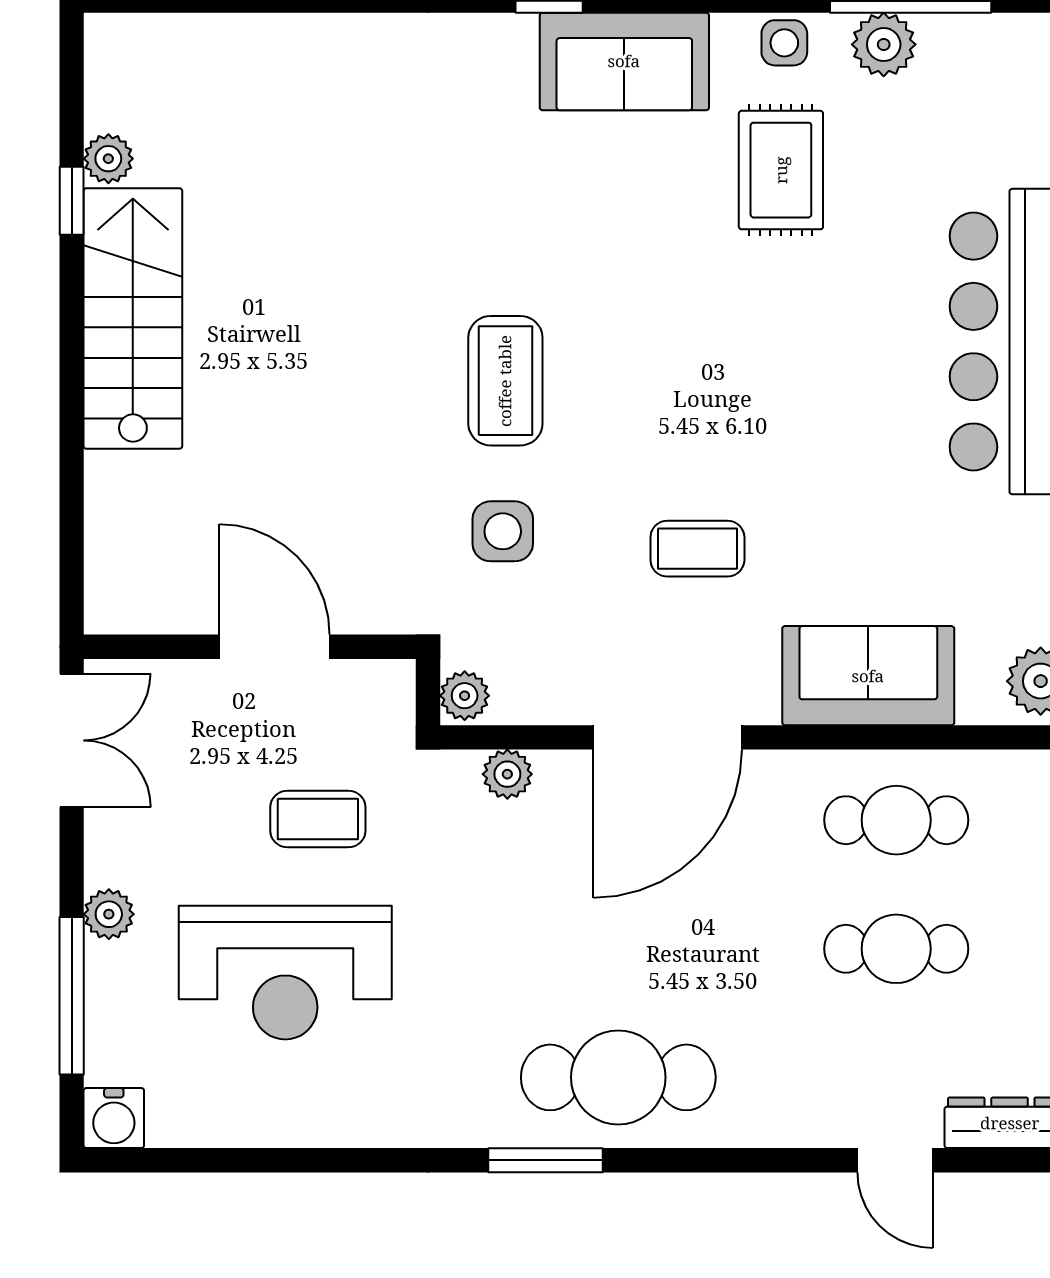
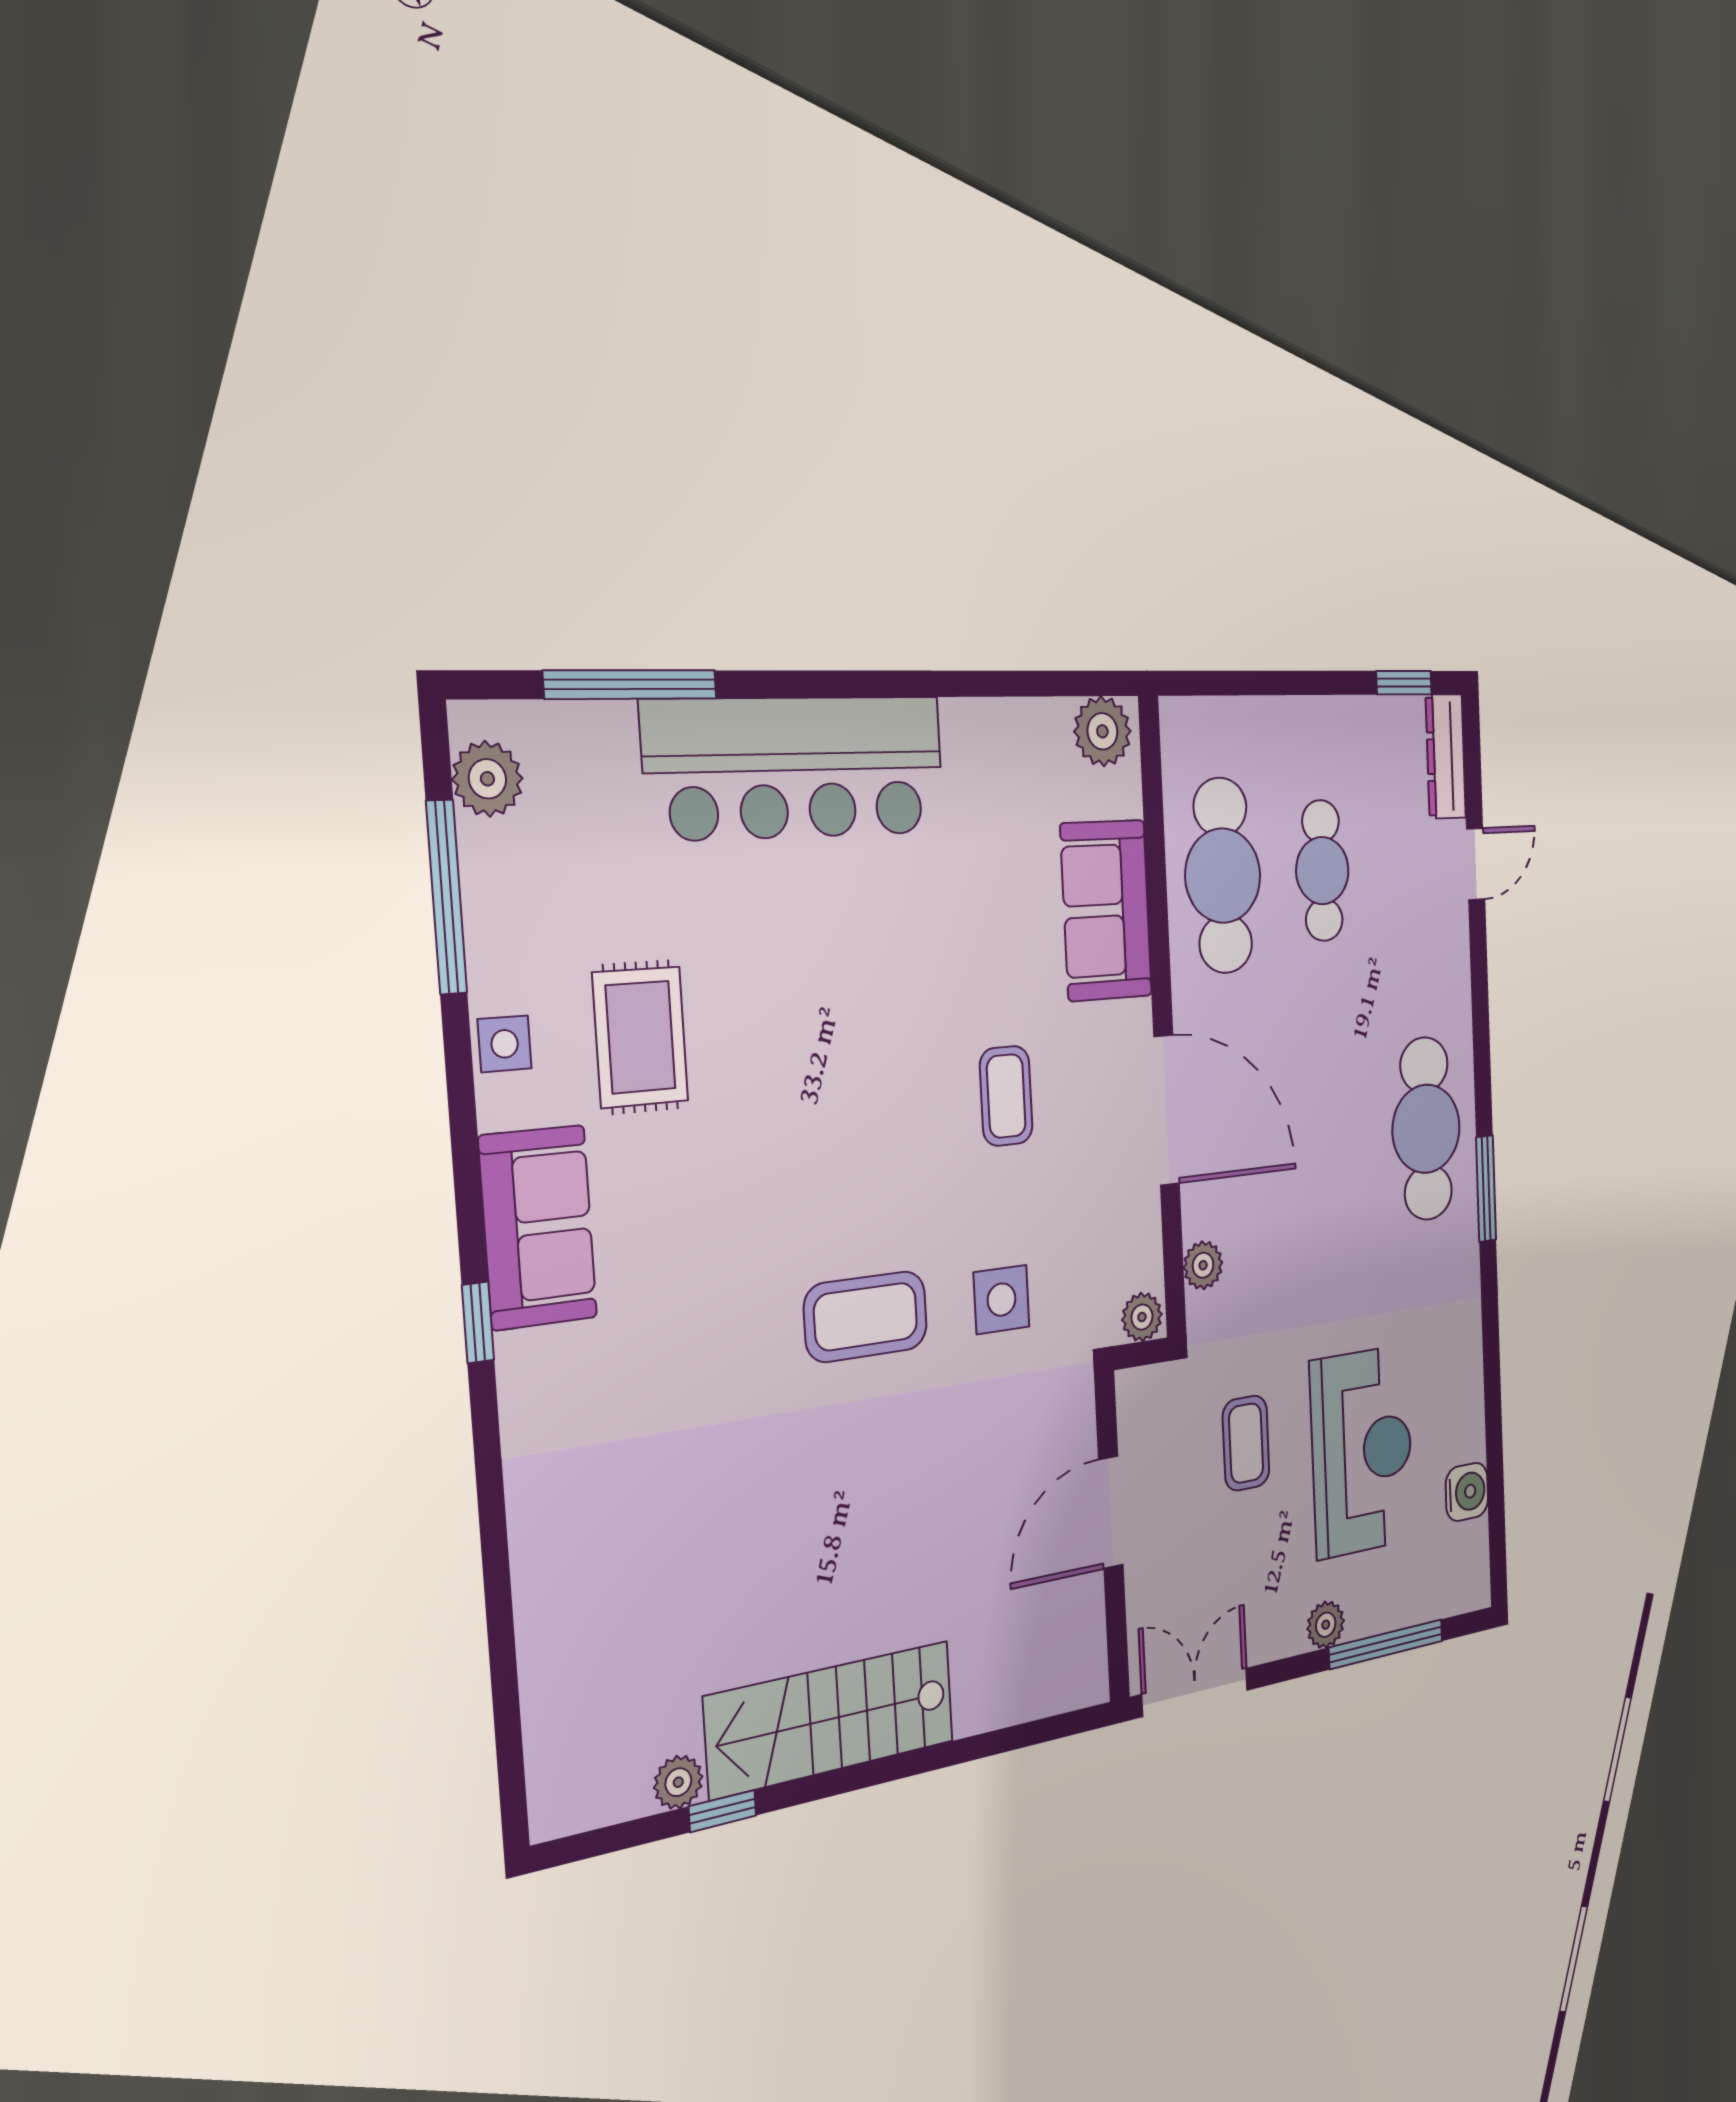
plant: (884, 44) -> (487, 779), moved
rug: (781, 170) -> (640, 1037), turned 90
cafe table: (896, 820) -> (1223, 876), width x1.37, depth x1.35
water cooler: (114, 1118) -> (1467, 1492), moved

